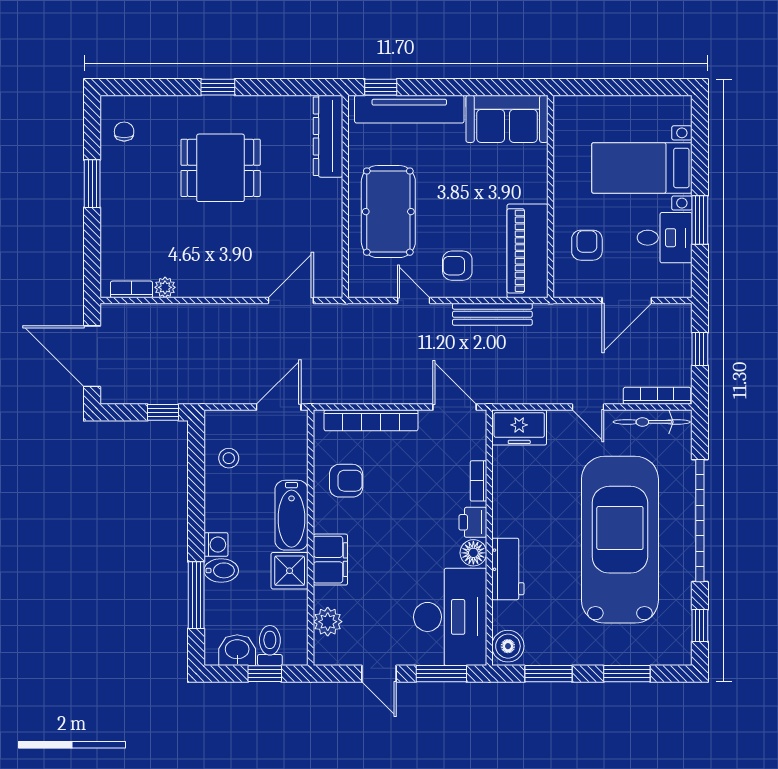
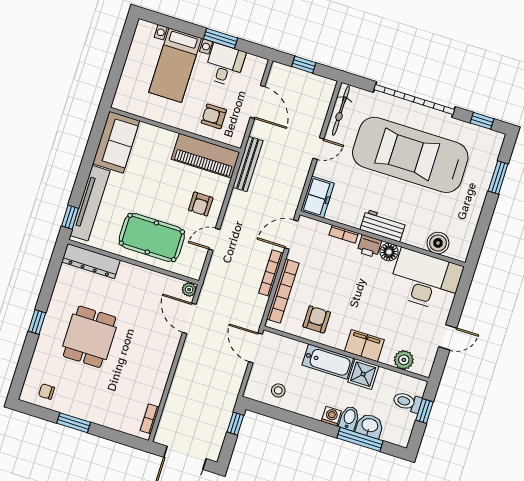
plant: (165, 287) -> (189, 290), moved
bench: (492, 314) -> (248, 164), moved
bookcase: (657, 396) -> (271, 273), moved
workbench: (508, 569) -> (383, 226), moved
boiler: (508, 646) -> (438, 243), moved
washbasin: (237, 650) -> (370, 426), moved, turned 90
window: (441, 674) -> (460, 297), removed
window: (548, 674) -> (482, 228), removed

